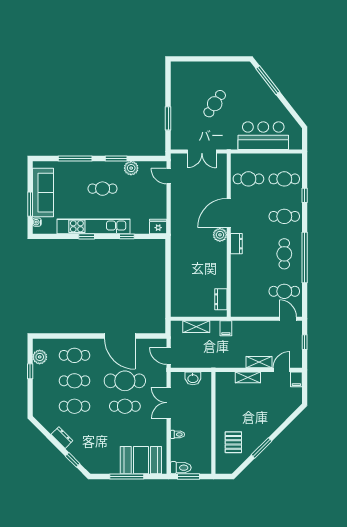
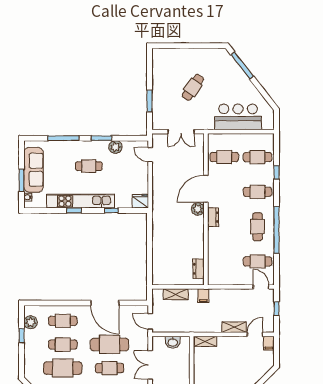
shelving: (248, 377) -> (205, 341), moved
cafe table: (74, 406) -> (63, 368), width x1.37, depth x1.35

